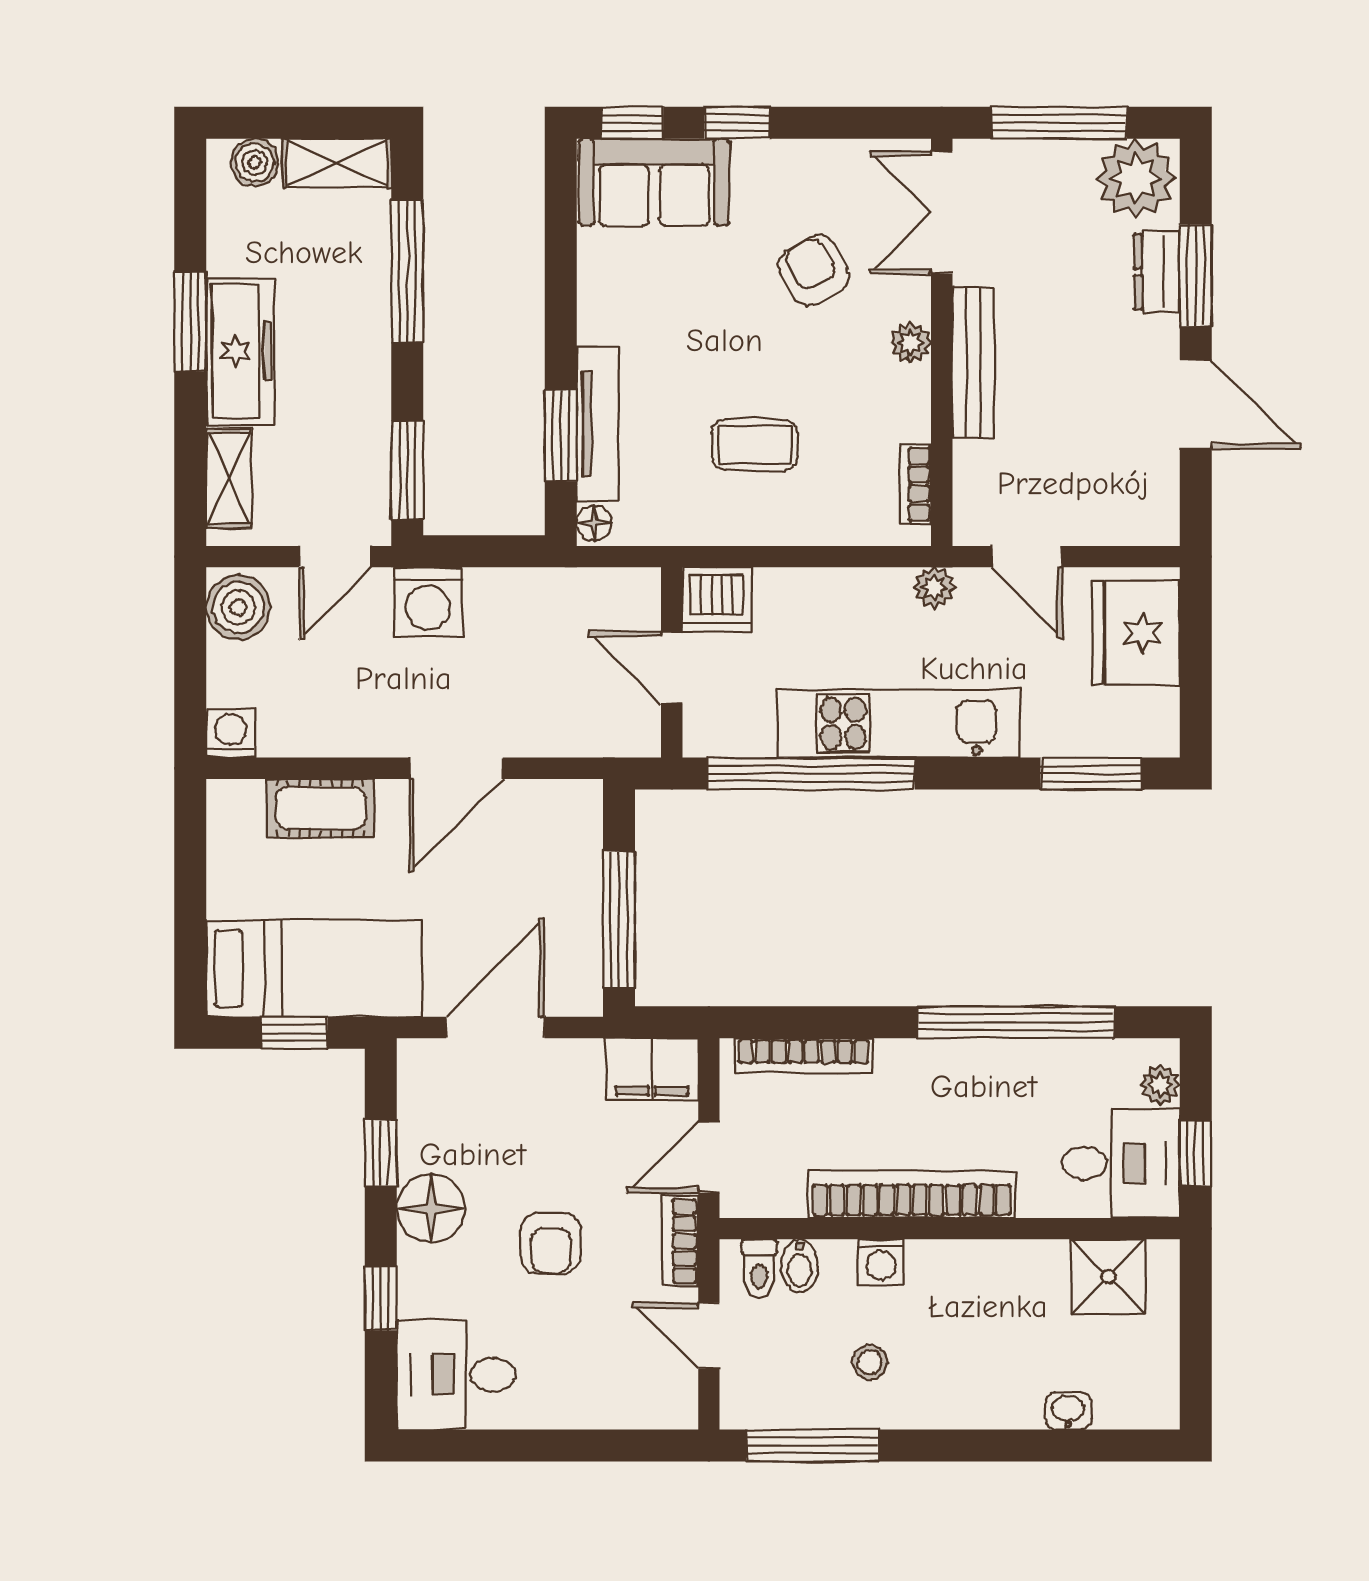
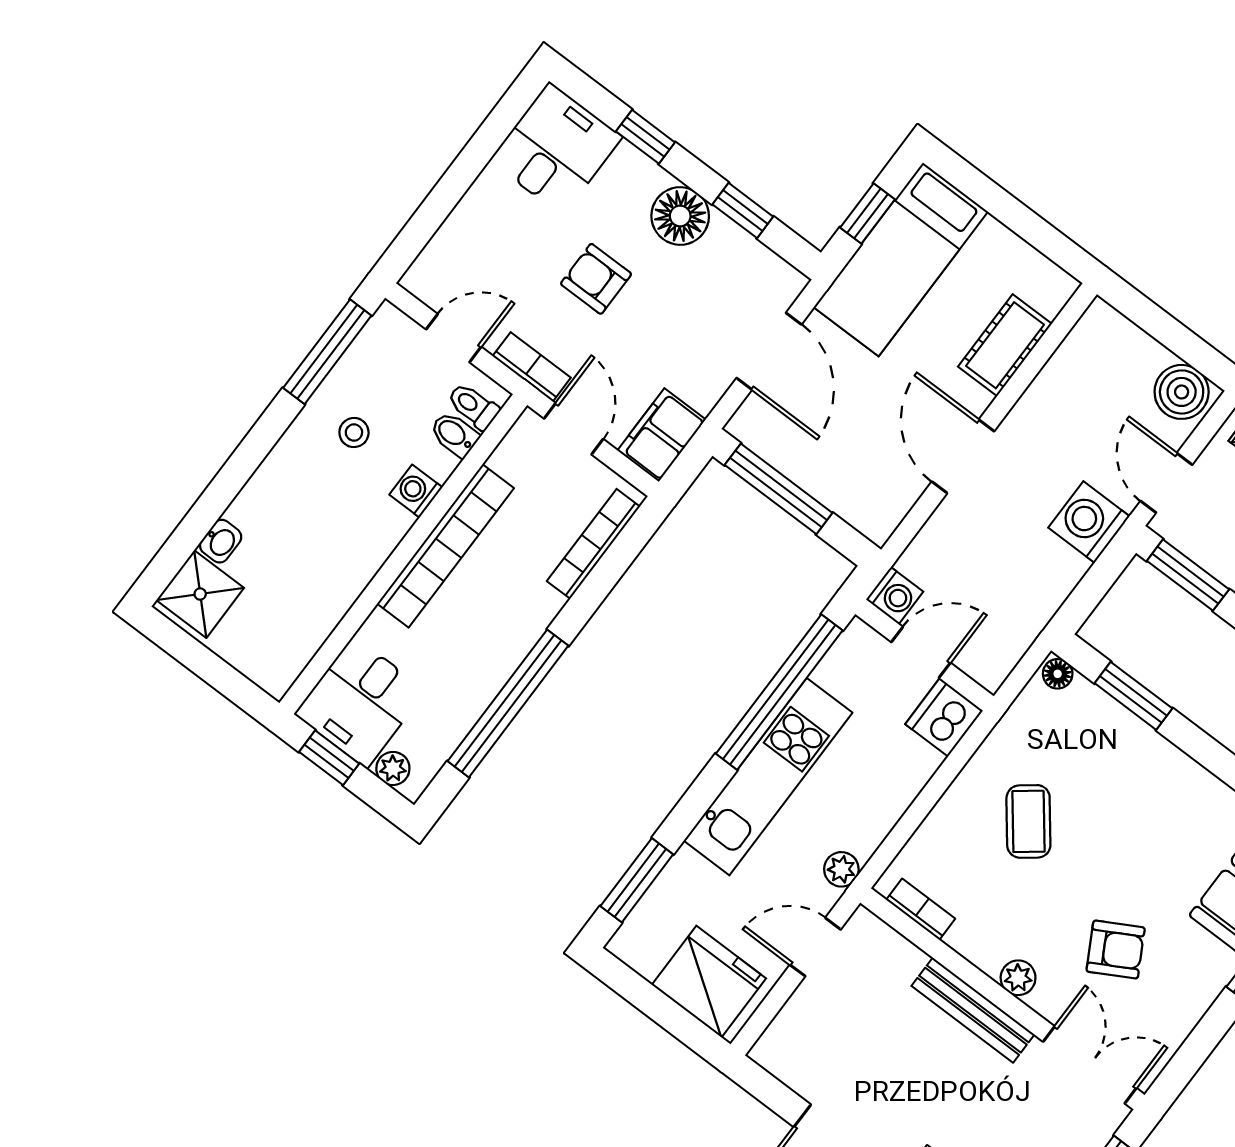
tv unit: (598, 424) -> (1122, 726), removed
coffee table: (755, 445) -> (1028, 821), turned -38
washing machine: (231, 733) -> (895, 596), moved
shower: (1108, 1276) -> (200, 594), moved

